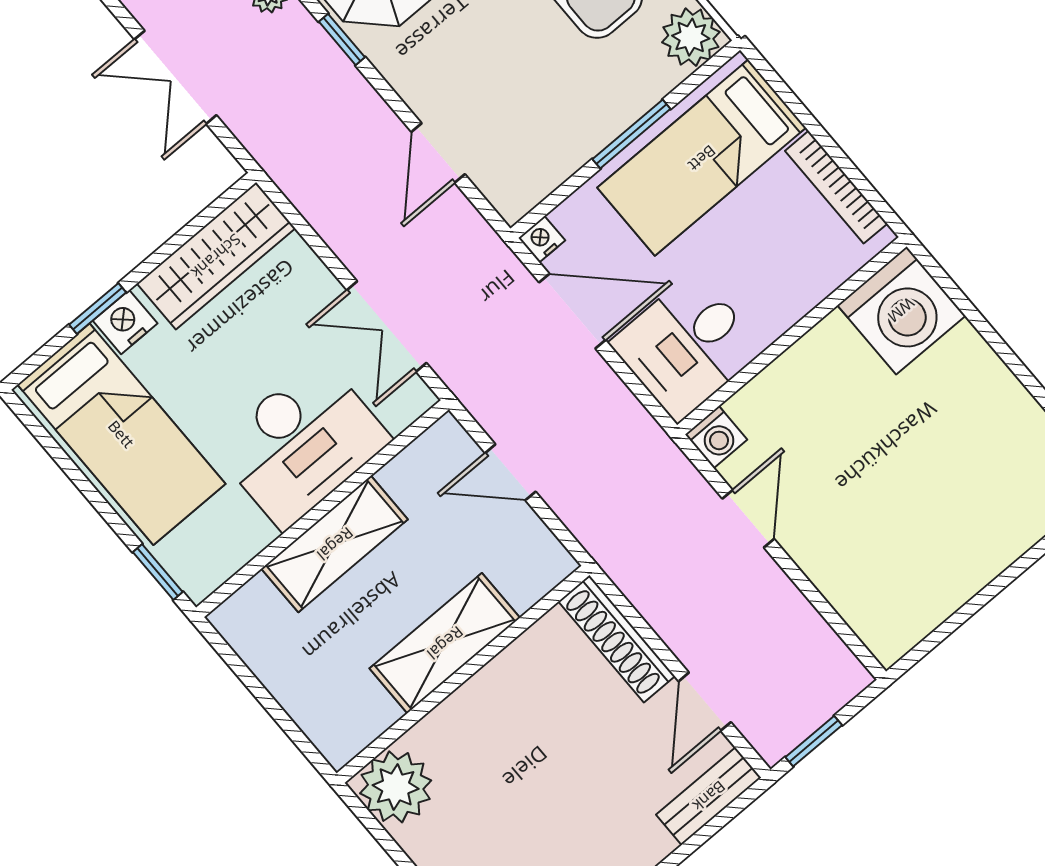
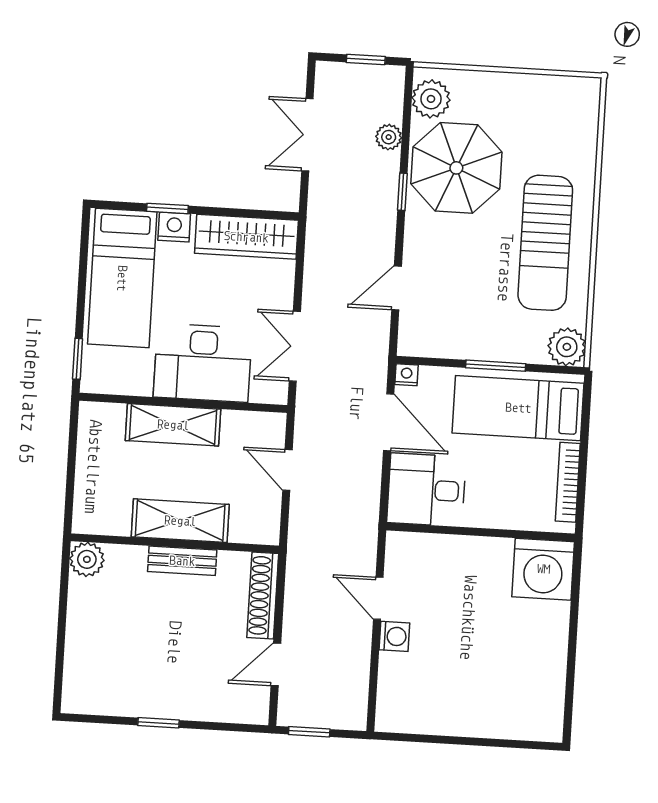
washing machine: (716, 437) -> (394, 636), moved, turned -90
door: (748, 519) -> (378, 598), swing flipped
plant: (396, 787) -> (87, 559), width x0.73, depth x0.73
bench: (709, 796) -> (182, 561), moved

